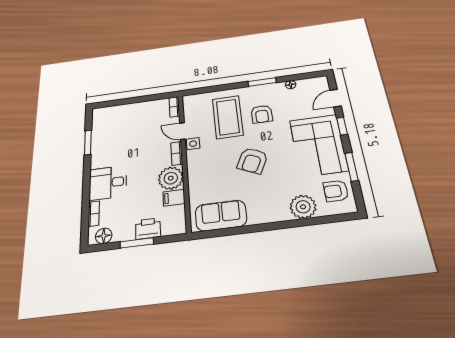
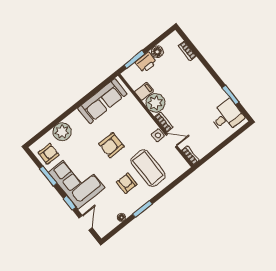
armchair: (252, 161) -> (111, 145), turned -115
desk: (108, 183) -> (226, 116), moved
sofa: (221, 216) -> (102, 101), width x1.36
floor lamp: (104, 236) -> (157, 52), moved
window: (137, 243) -> (134, 59), moved

